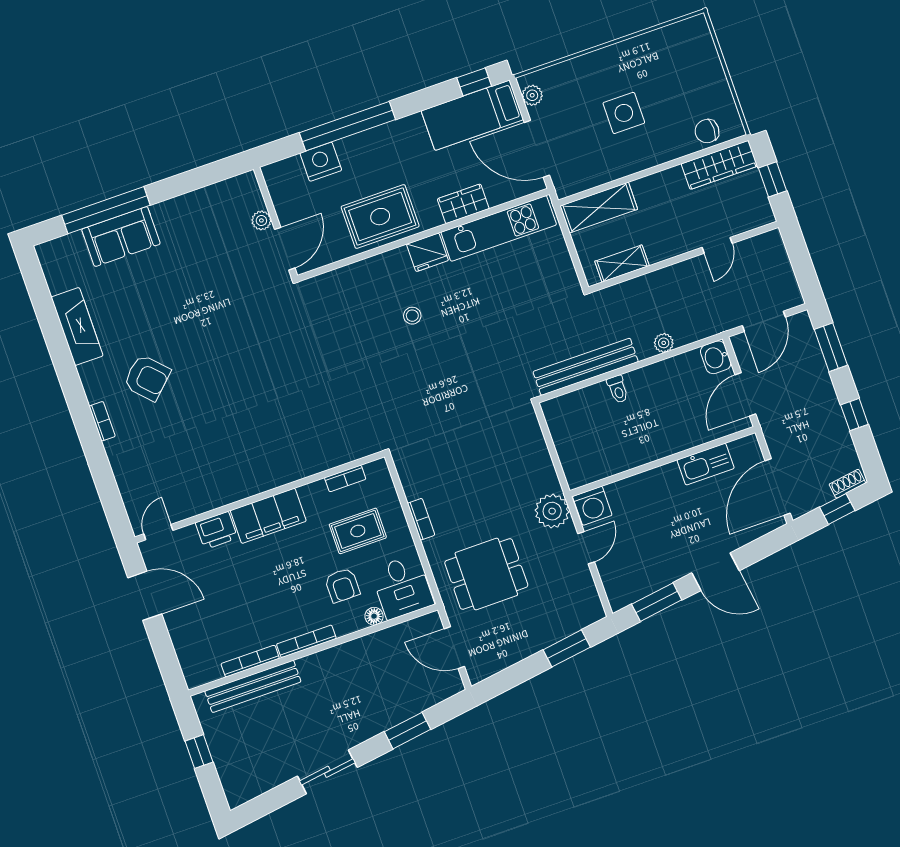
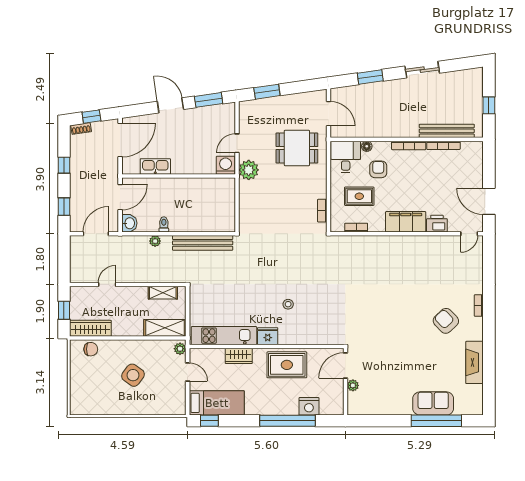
plant: (532, 95) -> (180, 349), moved
side table: (624, 113) -> (133, 375), turned 36
door: (537, 149) -> (188, 372), width x0.53
window: (831, 347) -> (64, 207), width x0.67
toilet: (618, 389) -> (164, 224), moved
bookcase: (421, 519) -> (322, 211), moved

